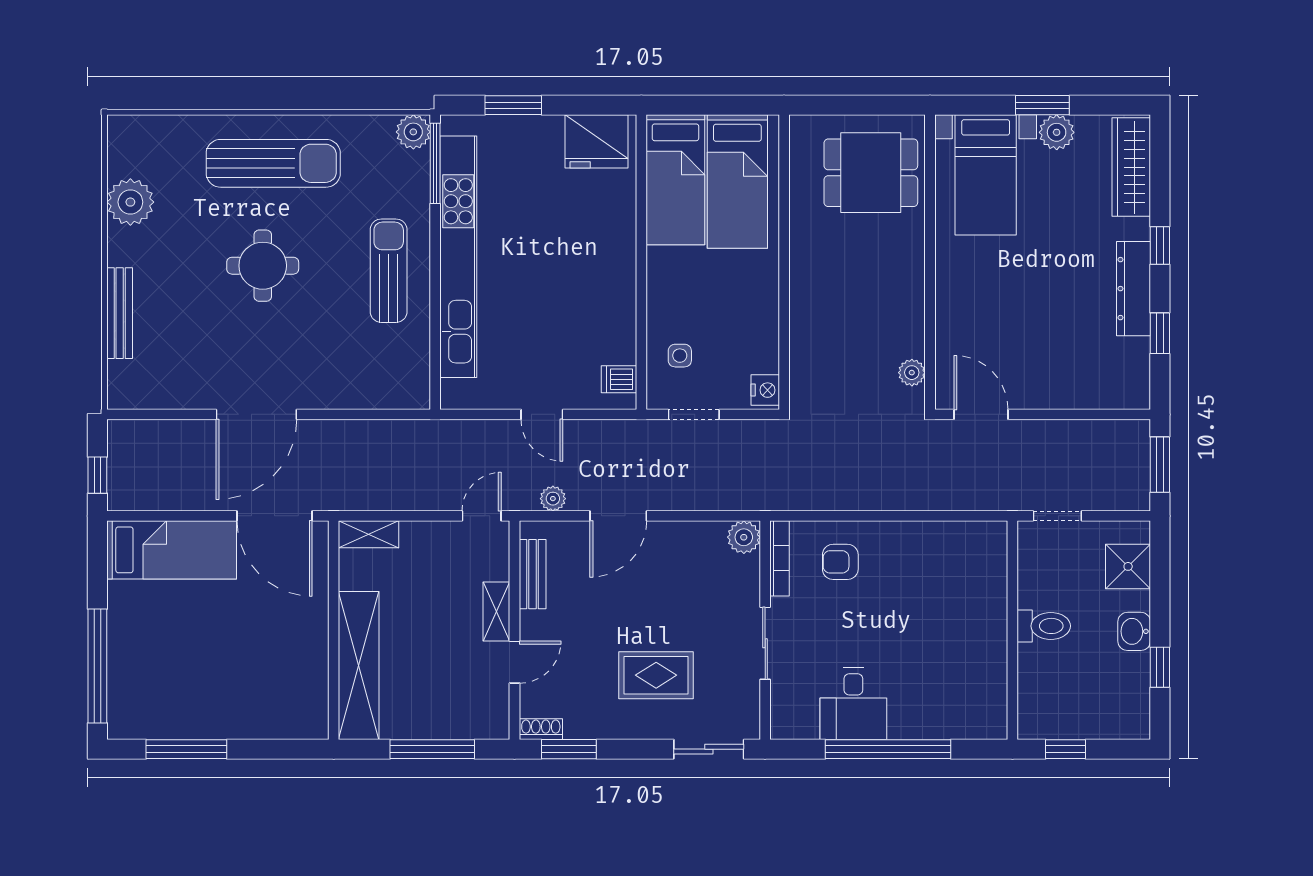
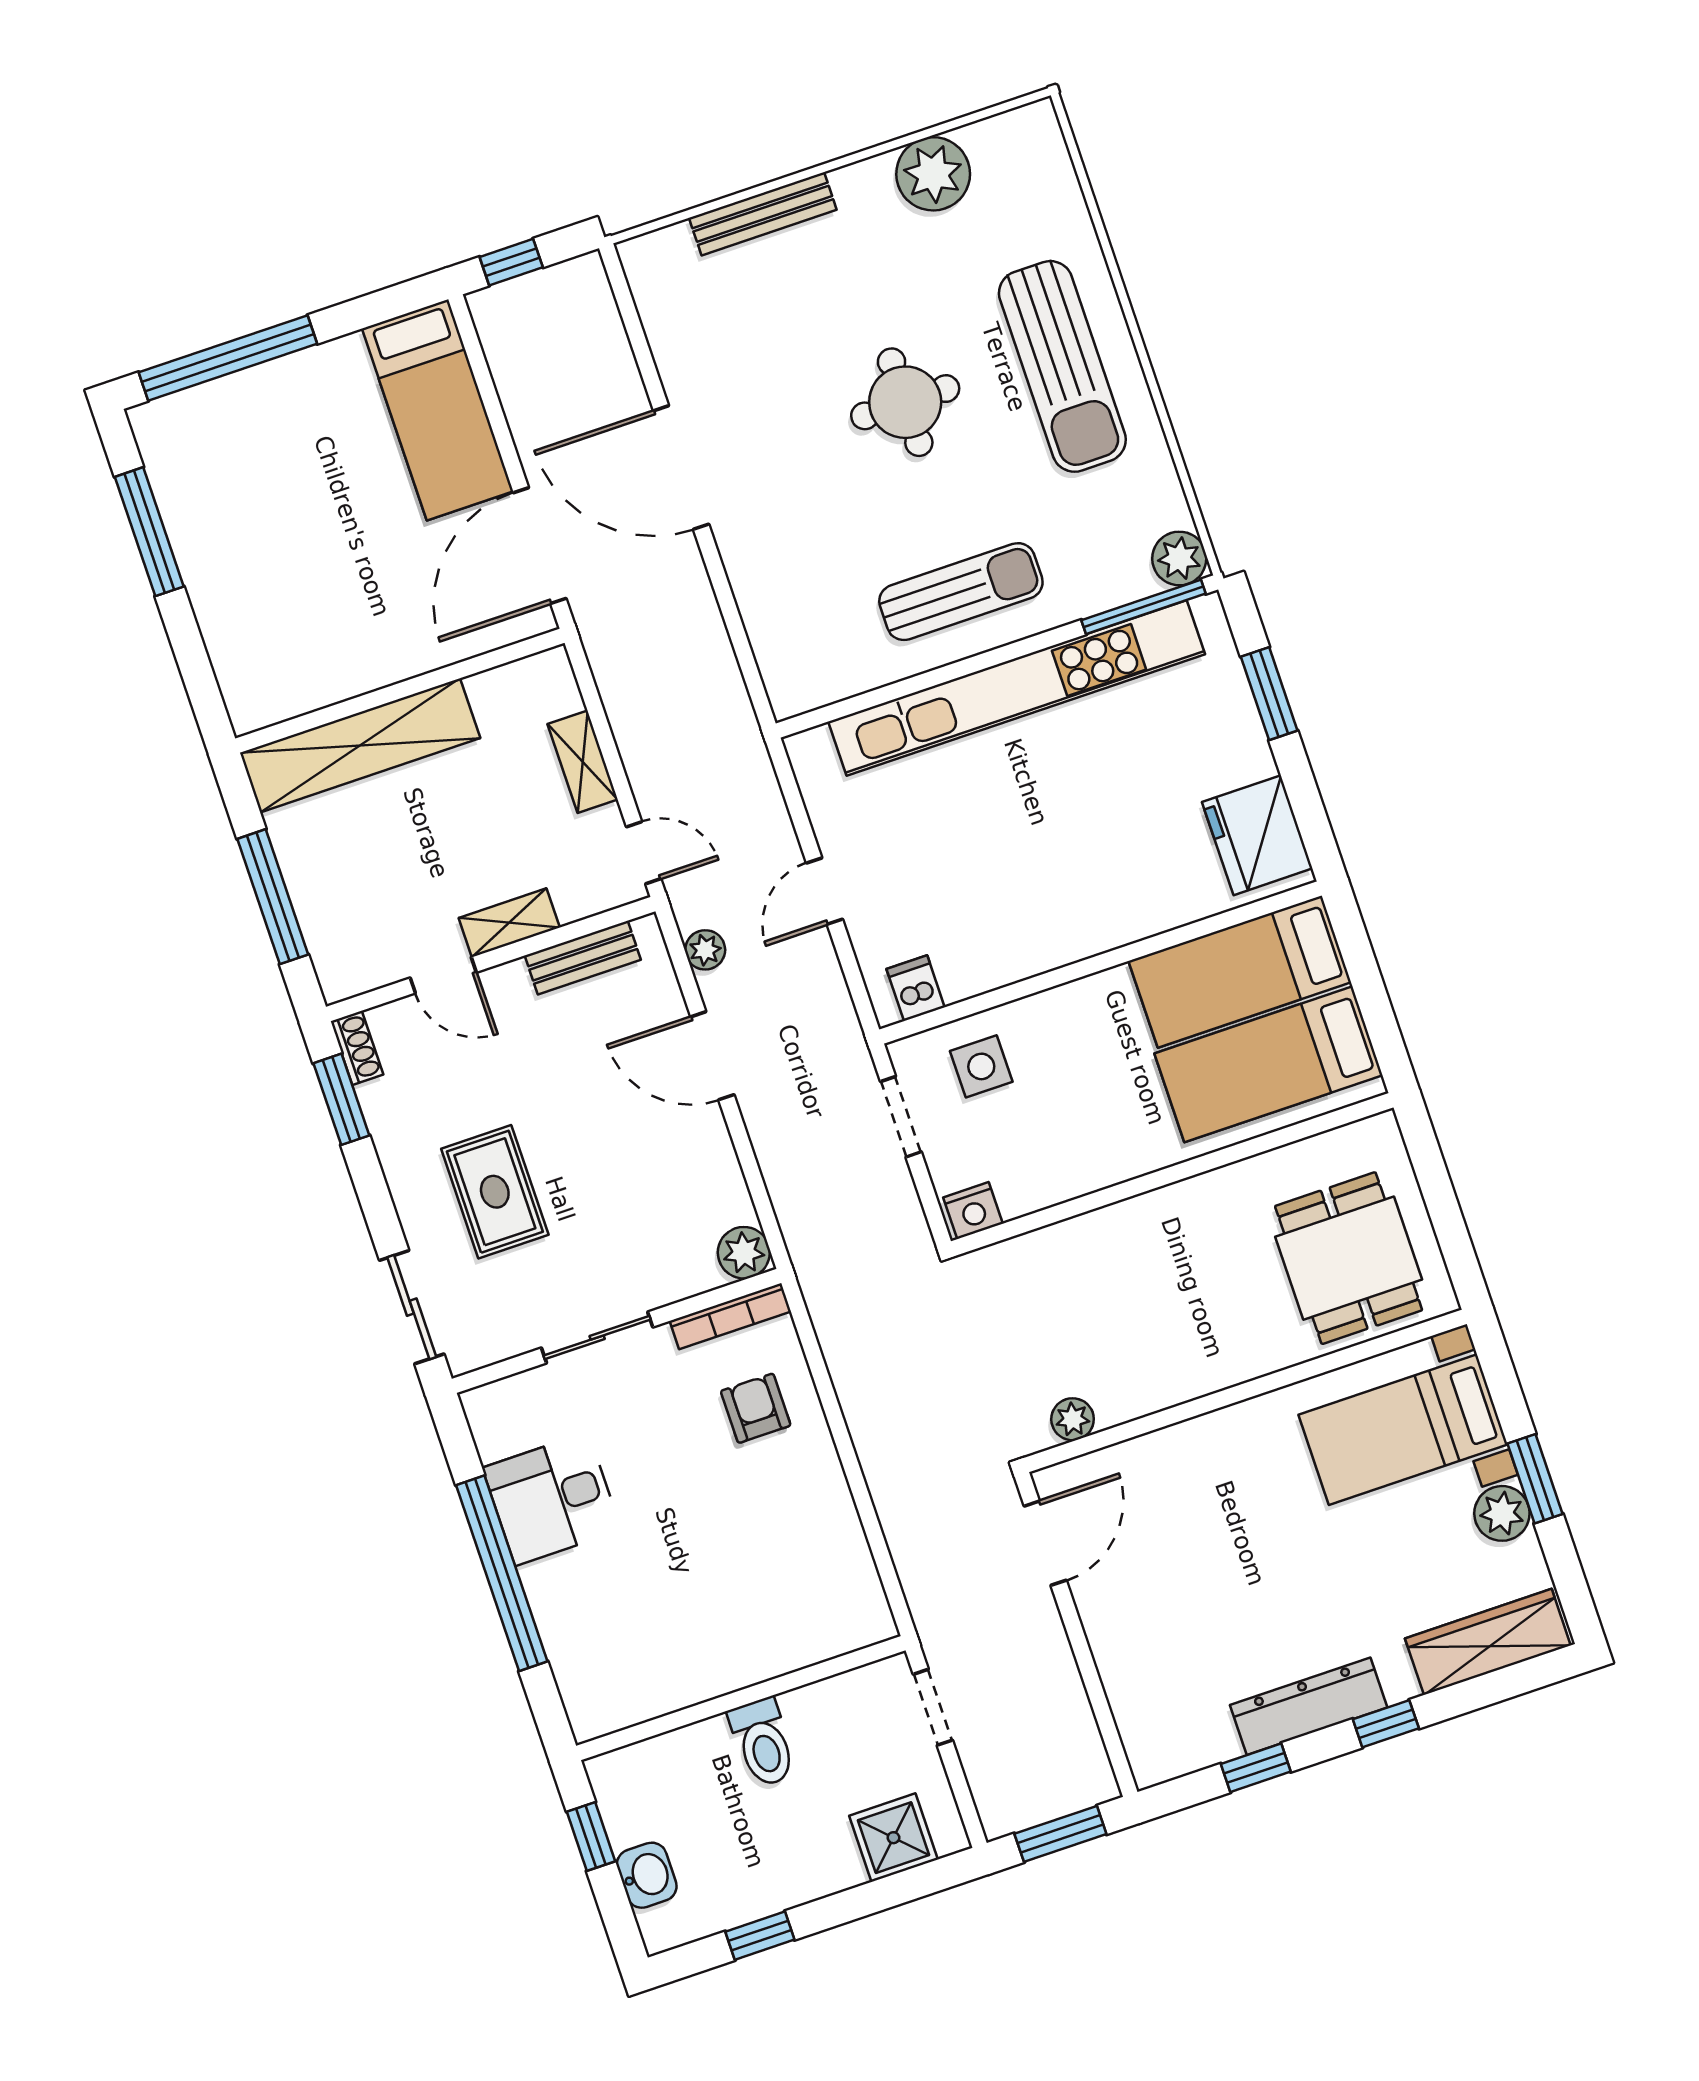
side table: (680, 356) -> (981, 1066), width x1.37, depth x1.37
shelving: (369, 534) -> (583, 762), moved
washbasin: (1134, 631) -> (647, 1875), moved, turned 90

